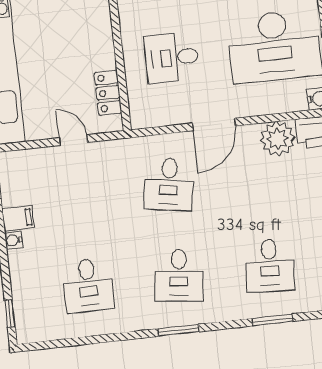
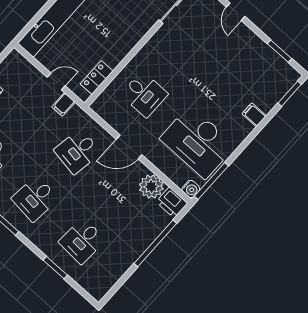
desk: (172, 58) -> (144, 94), turned 180
door: (73, 140) -> (56, 82), hinge flipped
filing cabinet: (105, 154) -> (63, 104), added

